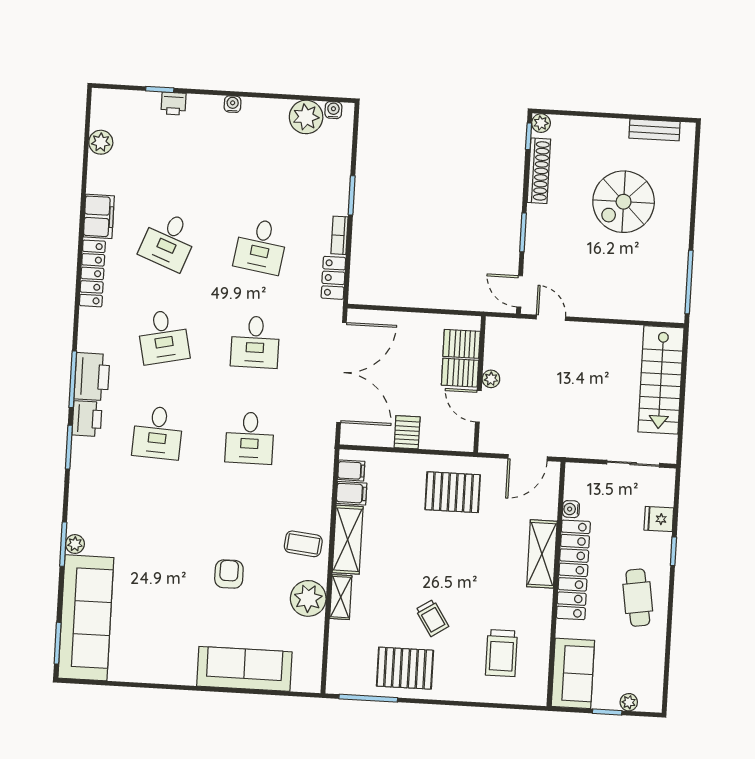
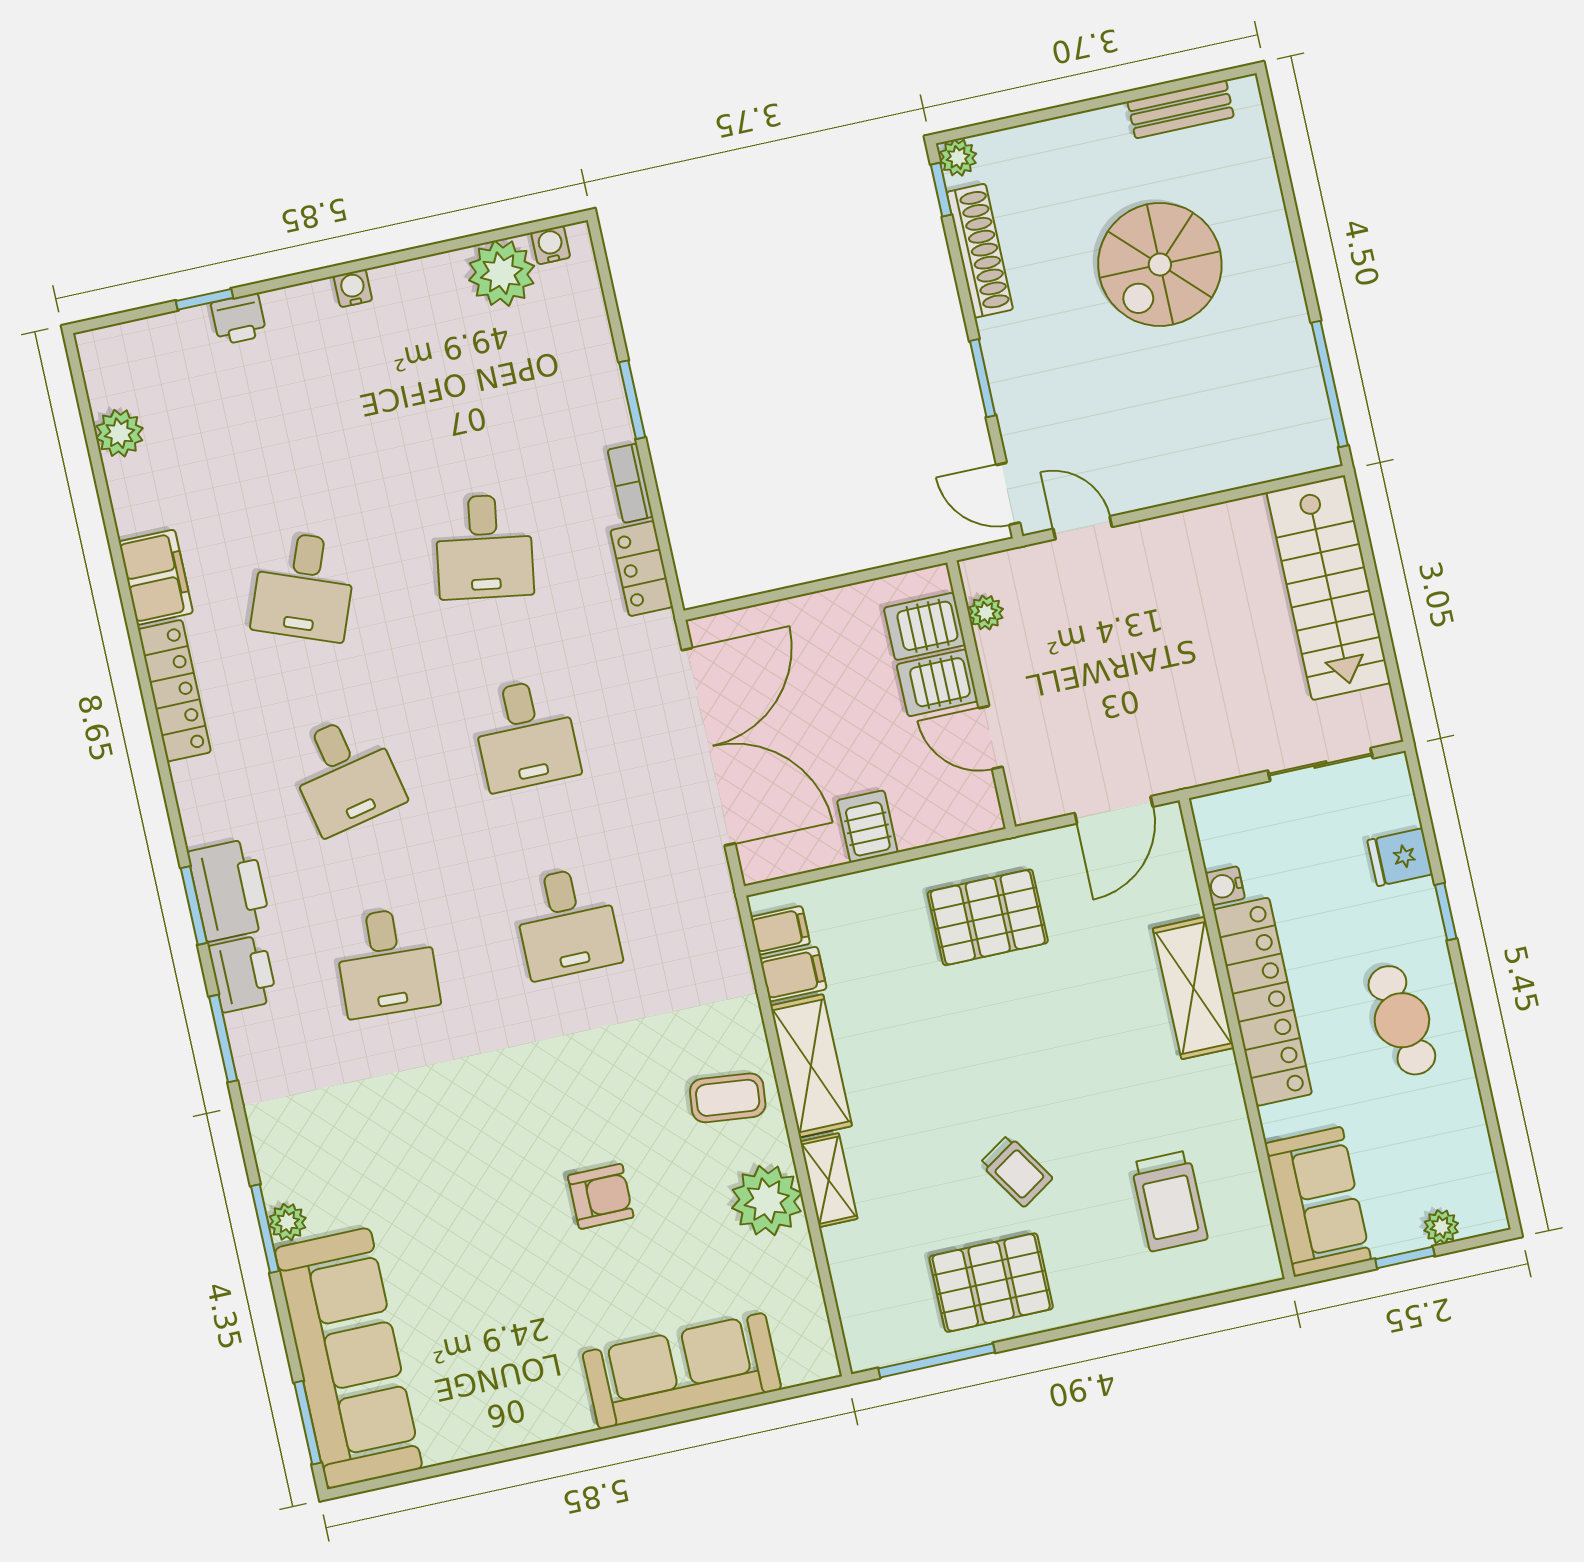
window: (73, 379) -> (194, 905), width x0.69
plant: (491, 379) -> (986, 613), moved
armchair: (229, 574) -> (601, 1196), turned 90

